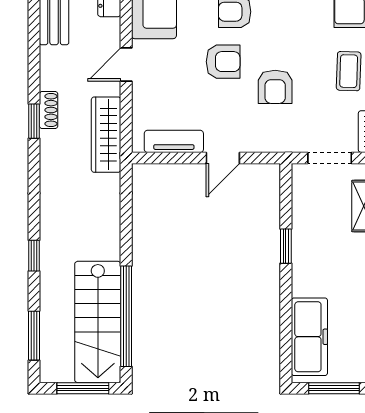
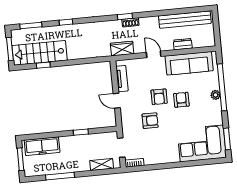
coffee table: (349, 71) -> (160, 152), removed
armchair: (275, 87) -> (150, 121), turned 180
wardrobe: (106, 135) -> (122, 49), width x0.67
window: (126, 316) -> (43, 65), width x0.32

